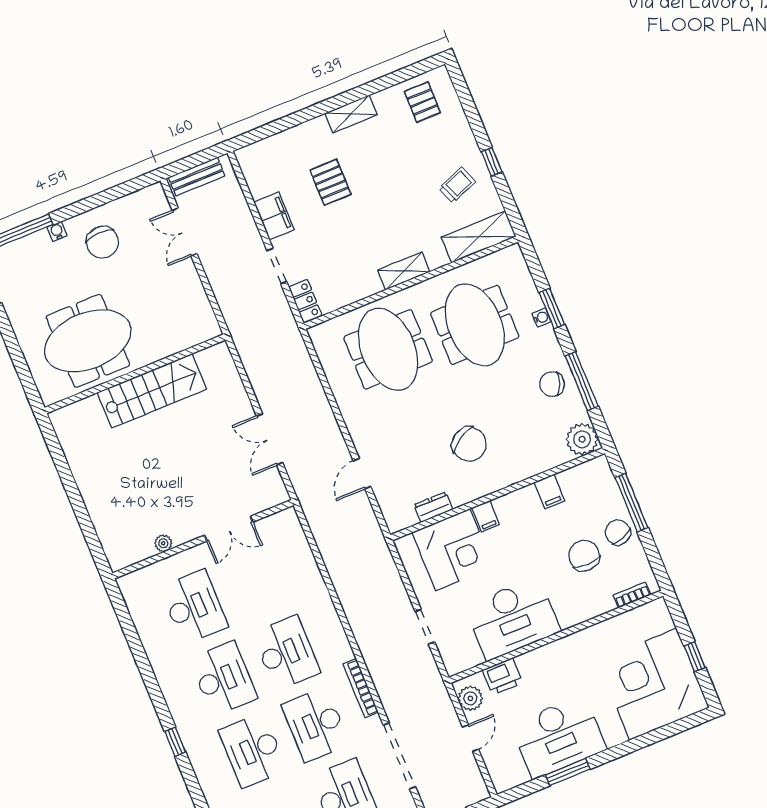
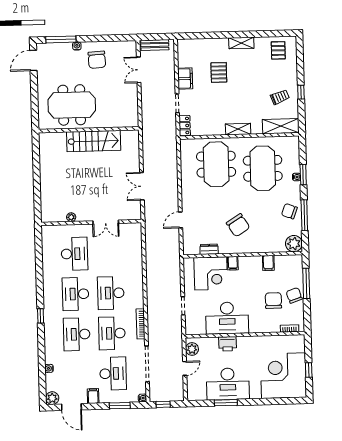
desk: (286, 653) -> (111, 293), turned 180
printer: (503, 676) -> (228, 344), moved
desk: (223, 679) -> (76, 294), turned 180

